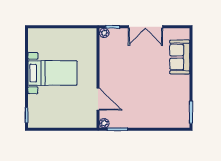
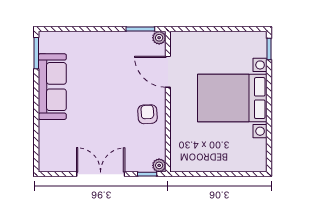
sofa: (180, 57) -> (52, 87), moved, width x1.36
armchair: (112, 69) -> (147, 114), added
bed with nightstands: (52, 73) -> (232, 98), width x1.36

